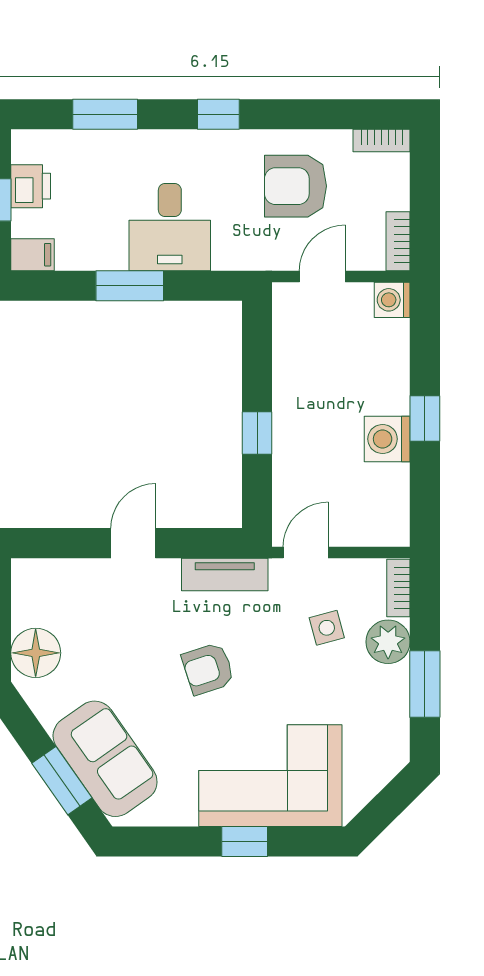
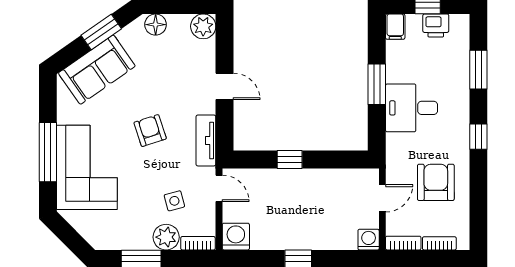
bookcase: (382, 141) -> (439, 243), moved, turned 90
door: (322, 276) -> (382, 198), hinge flipped
washing machine: (387, 439) -> (236, 237), moved
plant: (32, 579) -> (203, 26), added
floor lamp: (36, 653) -> (156, 25), width x0.73, depth x0.73
window: (62, 781) -> (101, 32), moved
window: (245, 841) -> (48, 152), width x2.17

